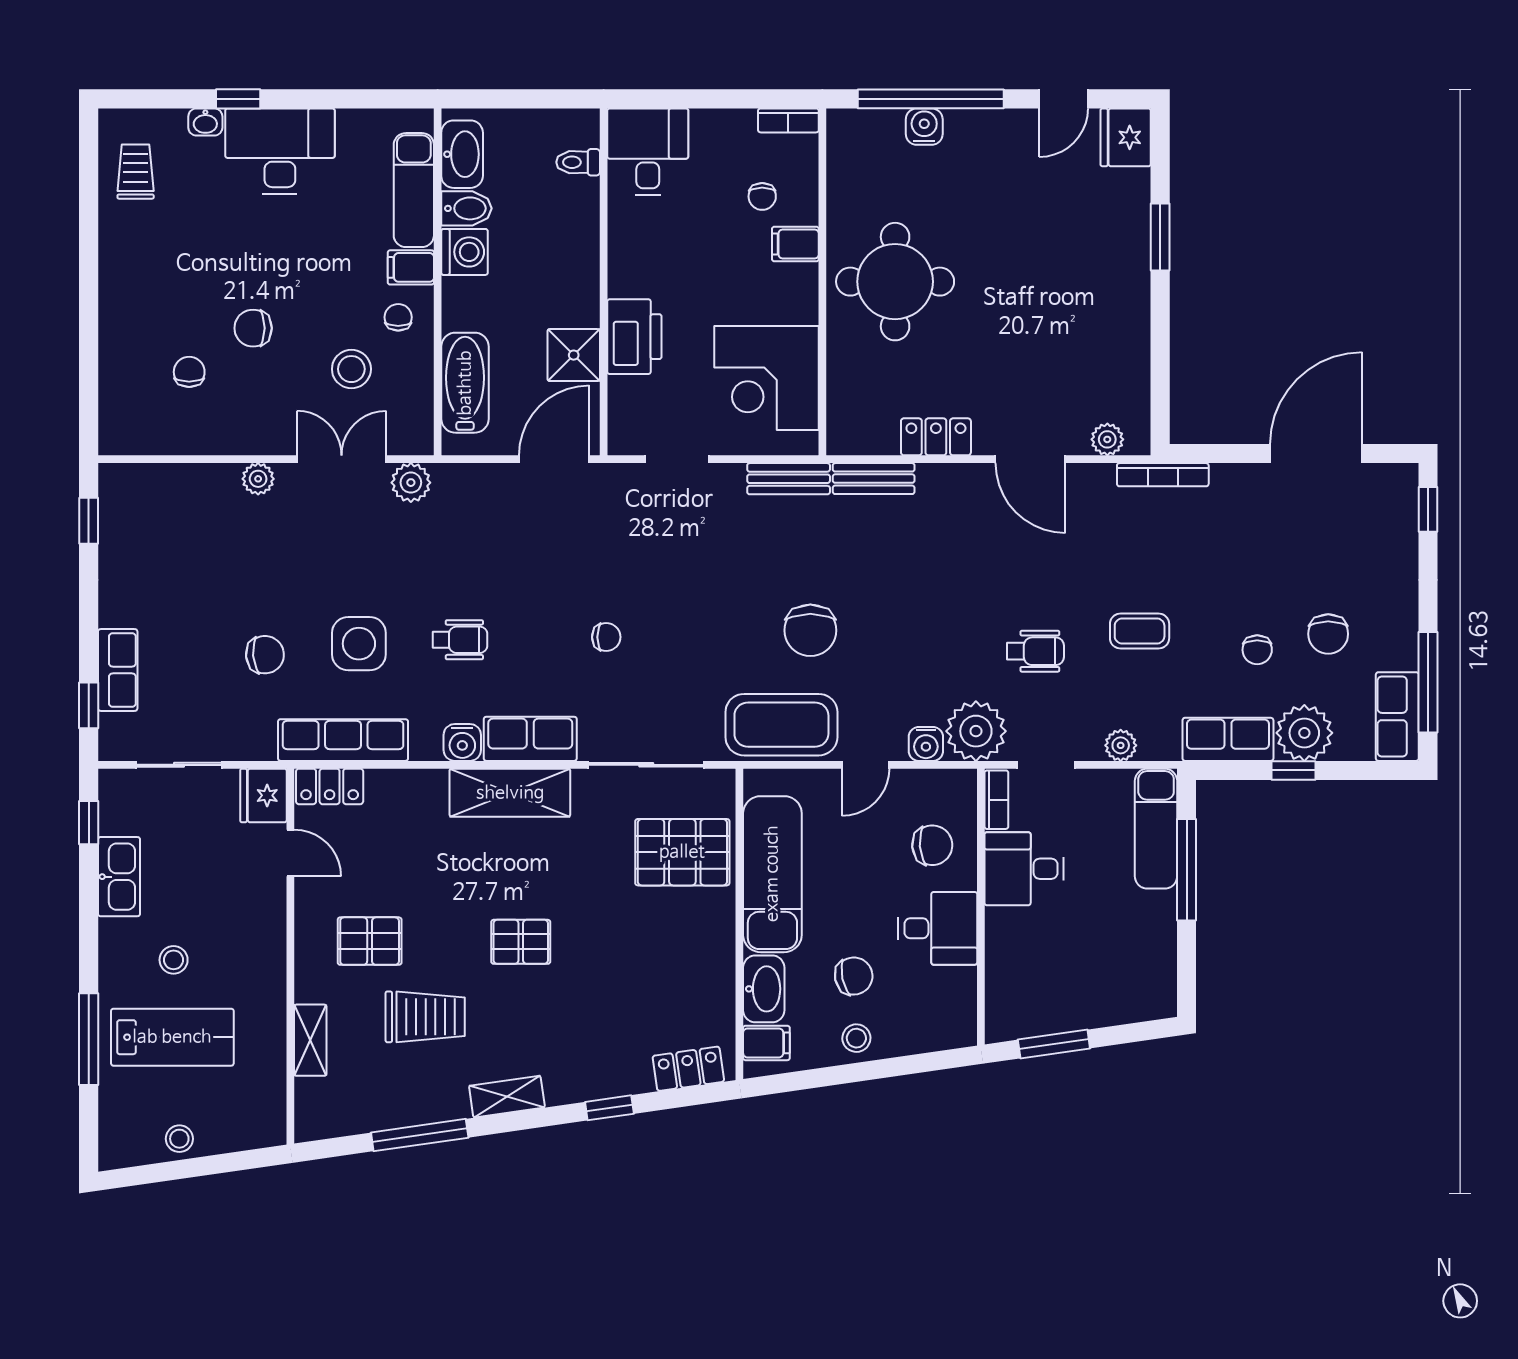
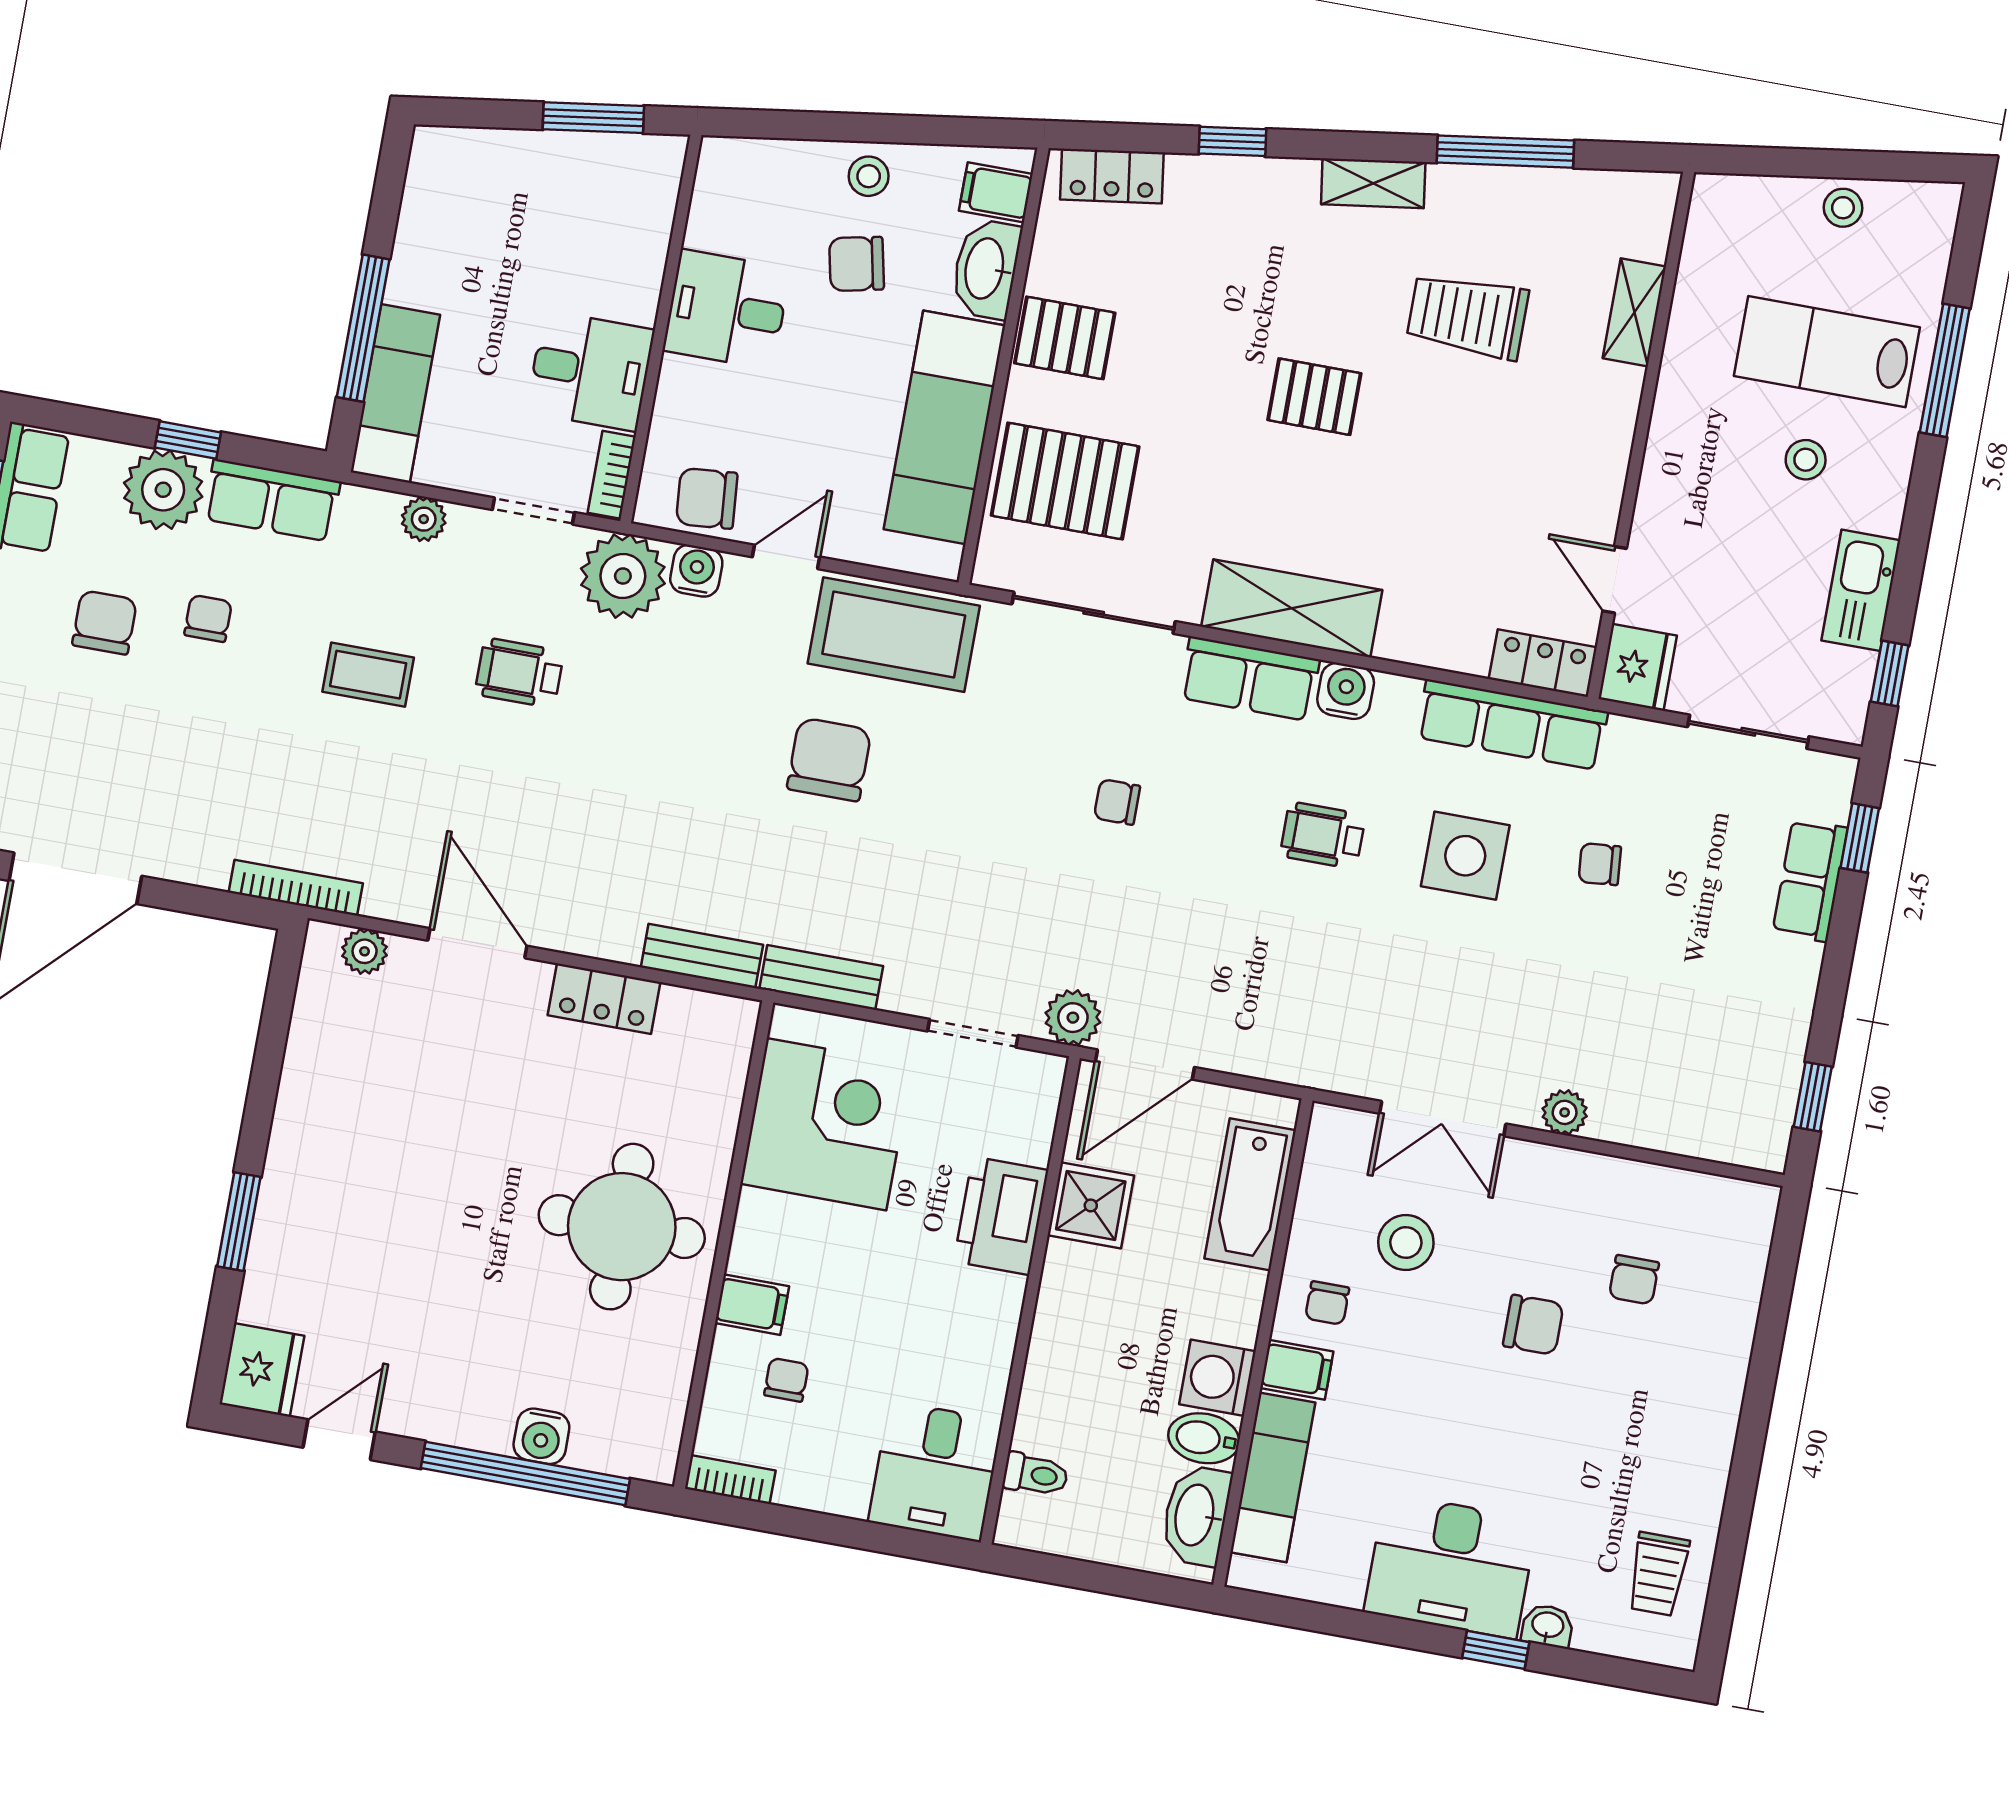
plant: (411, 483) -> (1073, 1018), moved
chair: (265, 655) -> (1600, 864), width x0.73, depth x0.73
chair: (932, 845) -> (707, 498), moved
pallet: (370, 941) -> (1065, 338), moved

